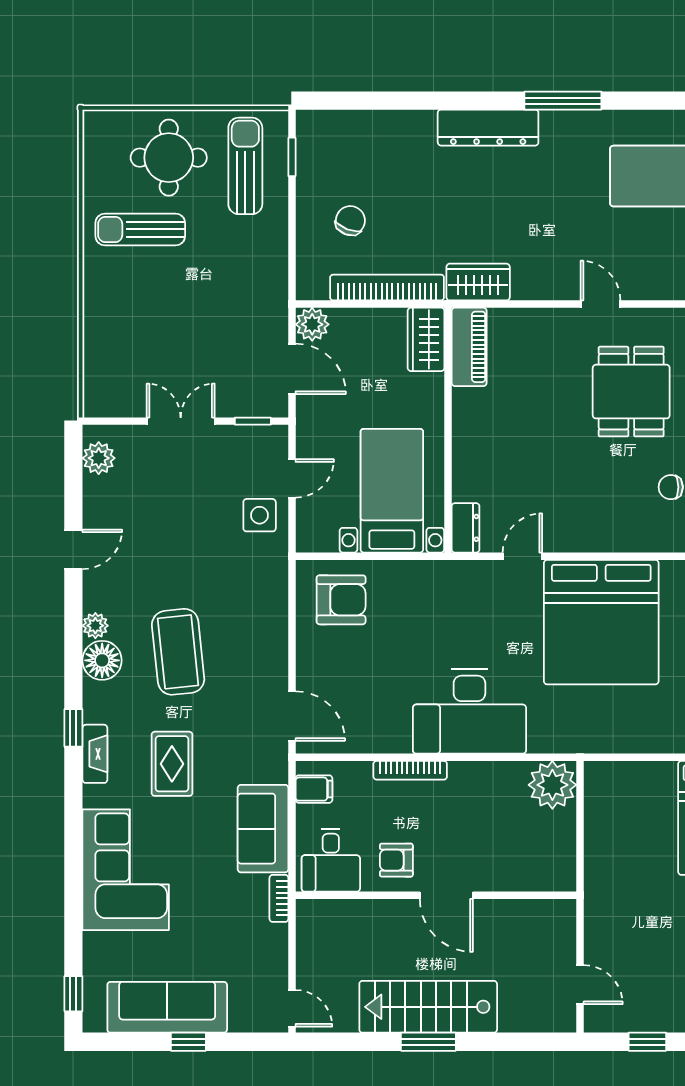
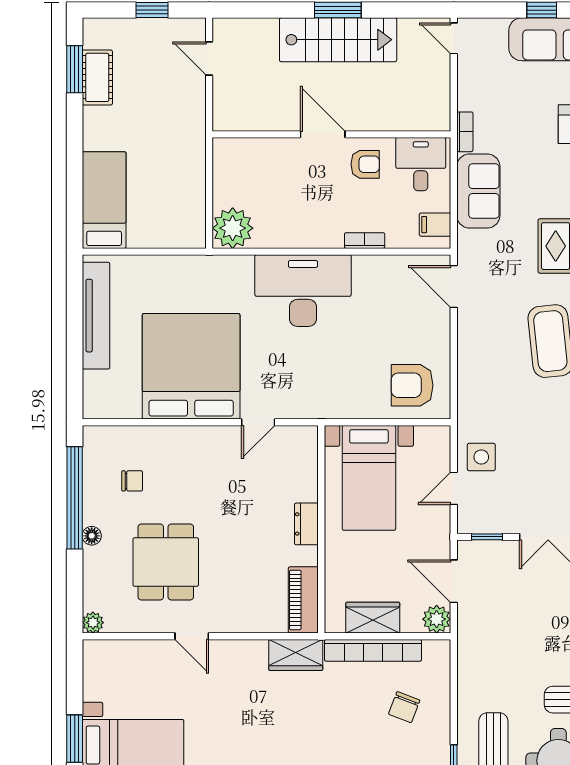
wardrobe: (426, 339) -> (373, 618), moved, turned -90
dresser: (466, 528) -> (306, 524), moved
bookcase: (410, 770) -> (365, 241), width x0.64

